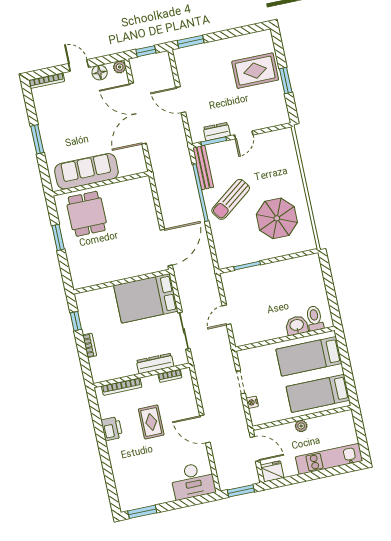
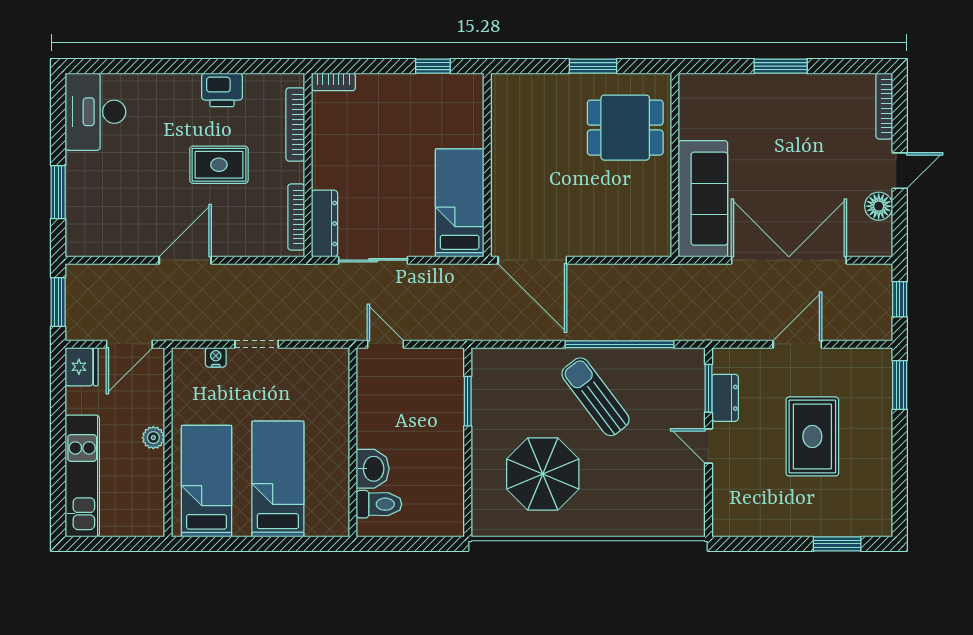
plant: (120, 67) -> (881, 245), removed
rug: (255, 71) -> (812, 436), moved
window: (286, 80) -> (837, 544), moved
bench: (203, 167) -> (665, 359), removed
sofa: (86, 171) -> (703, 199), moved
bed: (146, 298) -> (460, 203), width x0.67
toilet: (315, 318) -> (379, 504), moved
washbasin: (297, 325) -> (373, 469), moved
wall: (285, 339) -> (353, 442), moved
bookcase: (90, 345) -> (333, 82), moved
dresser: (155, 364) -> (324, 223), moved
bookcase: (170, 376) -> (296, 217), width x1.56
desk: (193, 481) -> (95, 112), moved
window: (142, 512) -> (58, 192), moved

